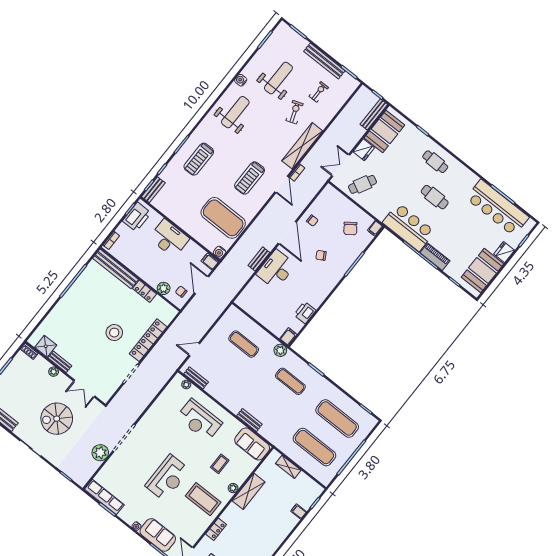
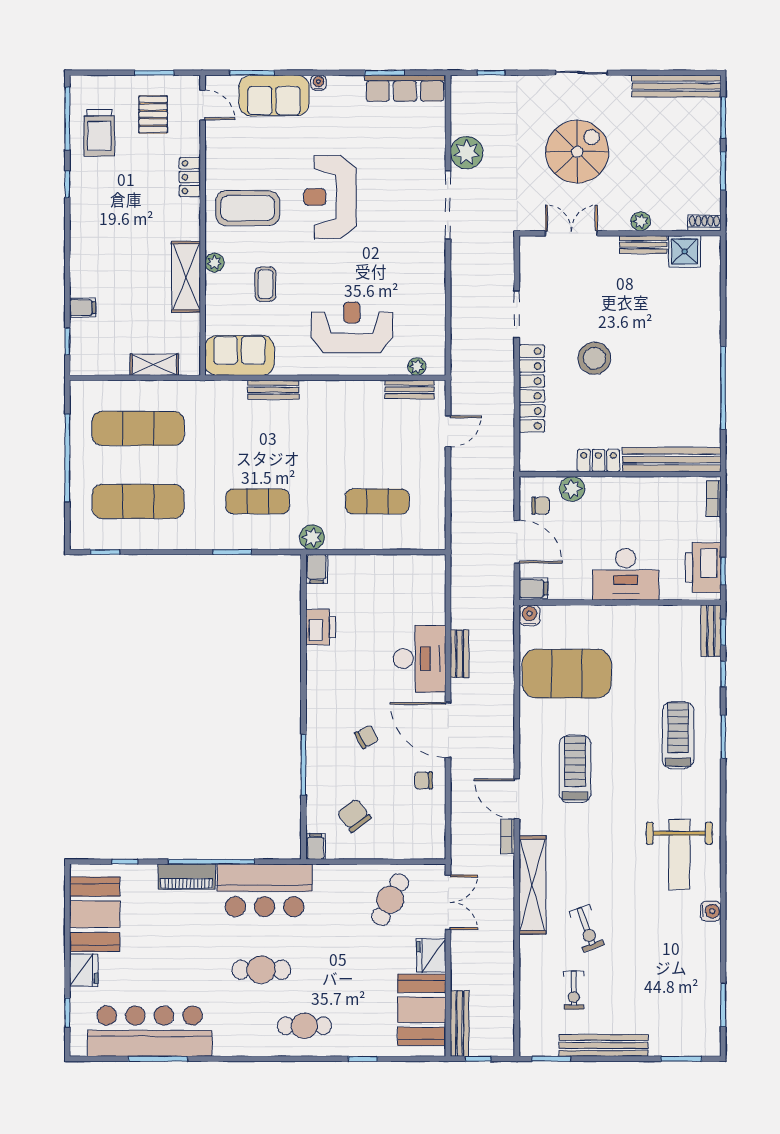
weight bench: (278, 78) -> (654, 962), removed

